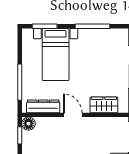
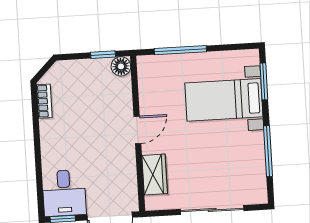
dresser: (43, 106) -> (147, 86), removed

